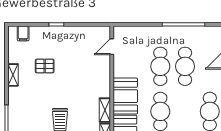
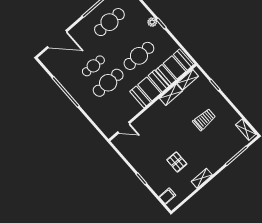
cafe table: (185, 66) -> (93, 66), width x0.73, depth x0.74

